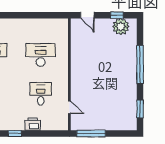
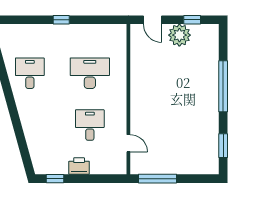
window: (19, 15) -> (61, 20), added
plant: (121, 27) -> (179, 35), moved

